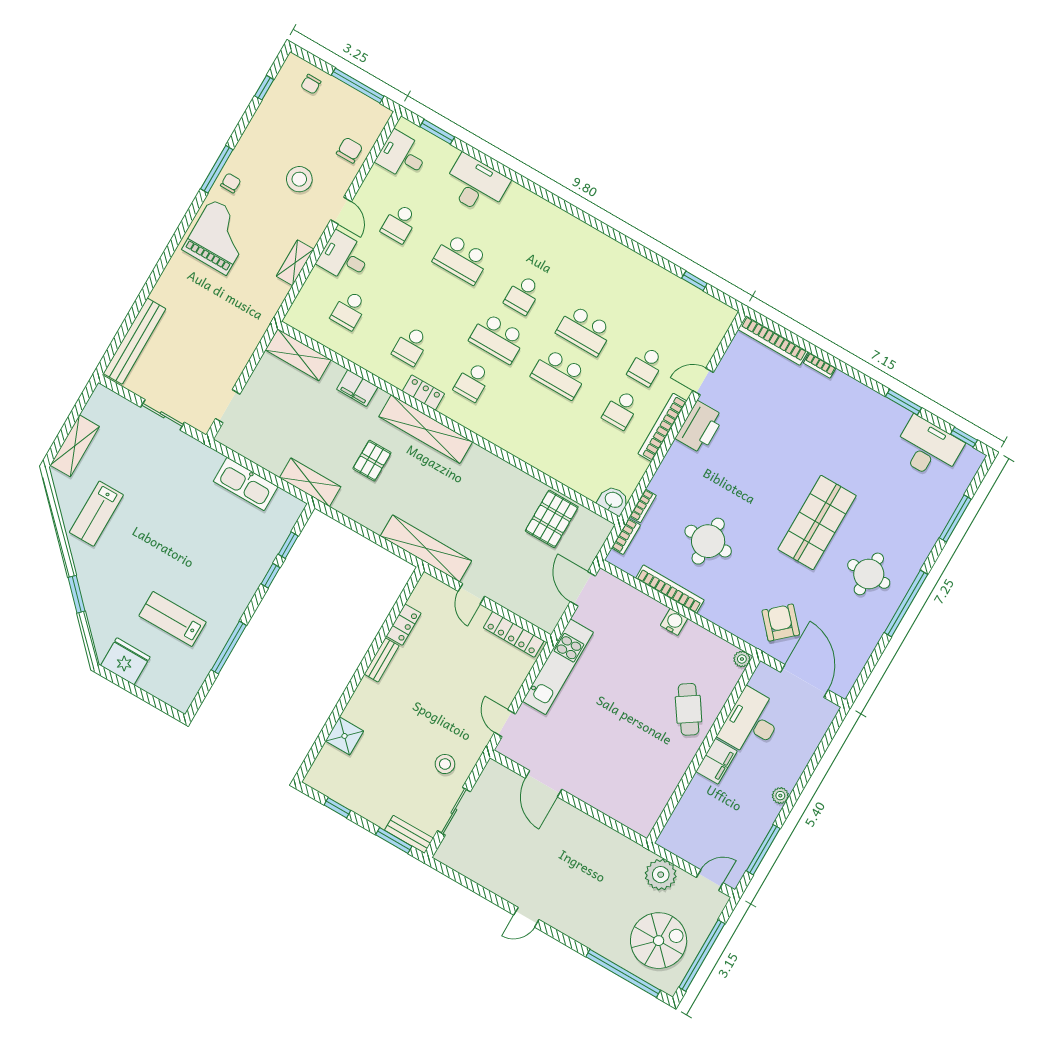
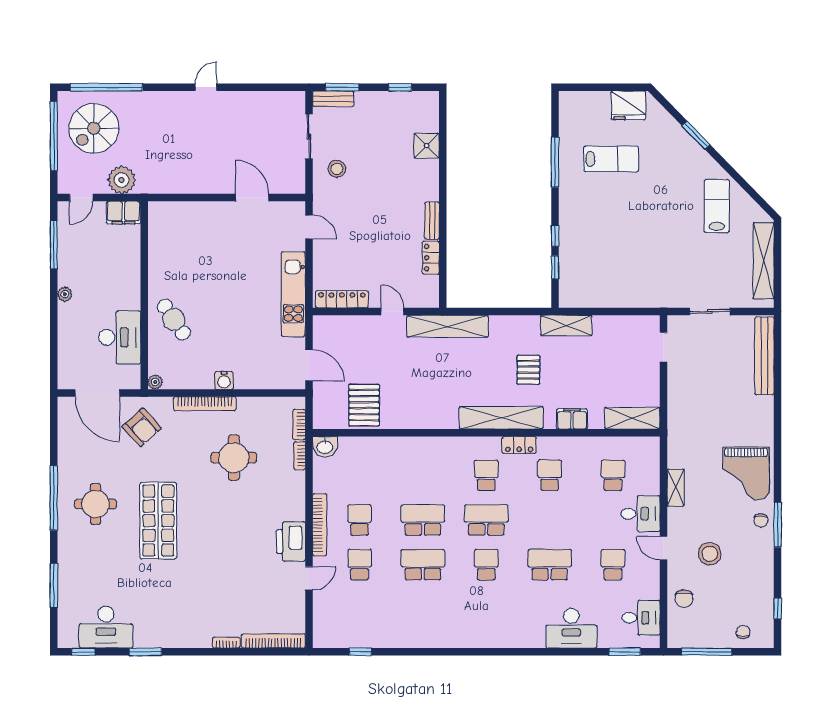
shelving: (75, 446) -> (764, 261), width x1.47
kitchen sink: (246, 484) -> (615, 295), removed
bookcase: (670, 589) -> (205, 404), moved
filing cabinet: (716, 761) -> (123, 213), moved, turned -90

